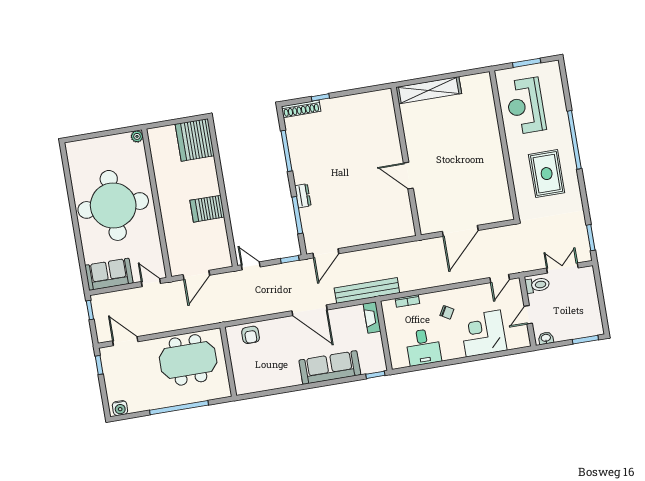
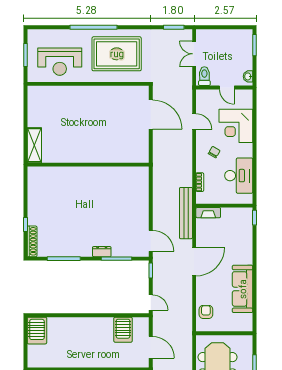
shelving: (429, 90) -> (34, 145), width x0.68
server rack: (195, 140) -> (37, 331), width x0.63
rug: (547, 174) -> (117, 54), width x1.37, depth x1.44
door: (408, 176) -> (100, 165), removed
server rack: (207, 209) -> (123, 330), moved
door: (460, 231) -> (151, 115), moved
door: (251, 266) -> (151, 303), swing flipped
door: (500, 279) -> (194, 121), moved
armchair: (251, 335) -> (206, 312), turned -90
desk: (423, 347) -> (239, 176), width x1.37
sofa: (330, 367) -> (243, 289), moved

